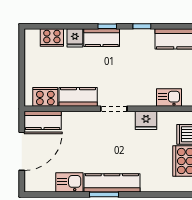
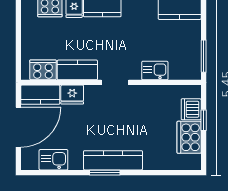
kitchen sink: (169, 98) -> (155, 71), moved
fridge: (146, 120) -> (72, 95), moved
kitchen sink: (69, 182) -> (53, 160), moved

